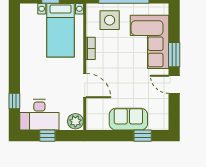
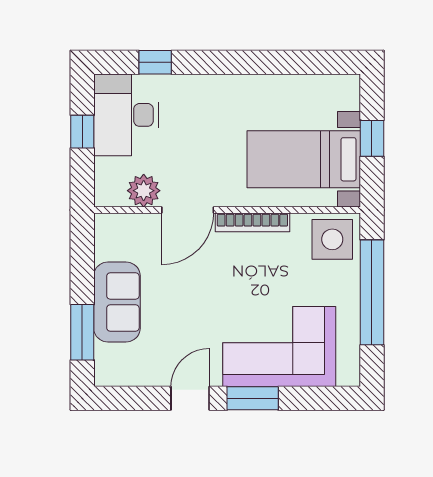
side table: (110, 20) -> (332, 239), moved
bookcase: (91, 48) -> (252, 222), width x1.56
plant: (75, 121) -> (144, 191), moved
window: (143, 136) -> (82, 332), width x1.50

